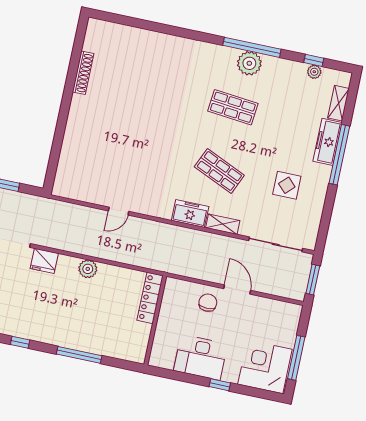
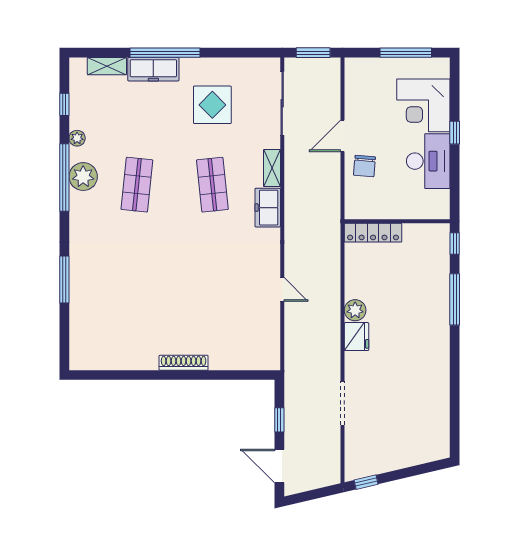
window: (166, 29) -> (64, 280), added
plant: (314, 72) -> (77, 138), moved
shoe rack: (83, 73) -> (184, 363), moved
shop shelf: (219, 171) -> (212, 185), turned -30
display table: (287, 185) -> (212, 105), width x1.36, depth x1.36
fridge: (44, 261) -> (356, 337), moved
chair: (208, 303) -> (364, 166), turned -85
window: (20, 342) -> (455, 243), moved
corner desk: (265, 367) -> (423, 105), moved

